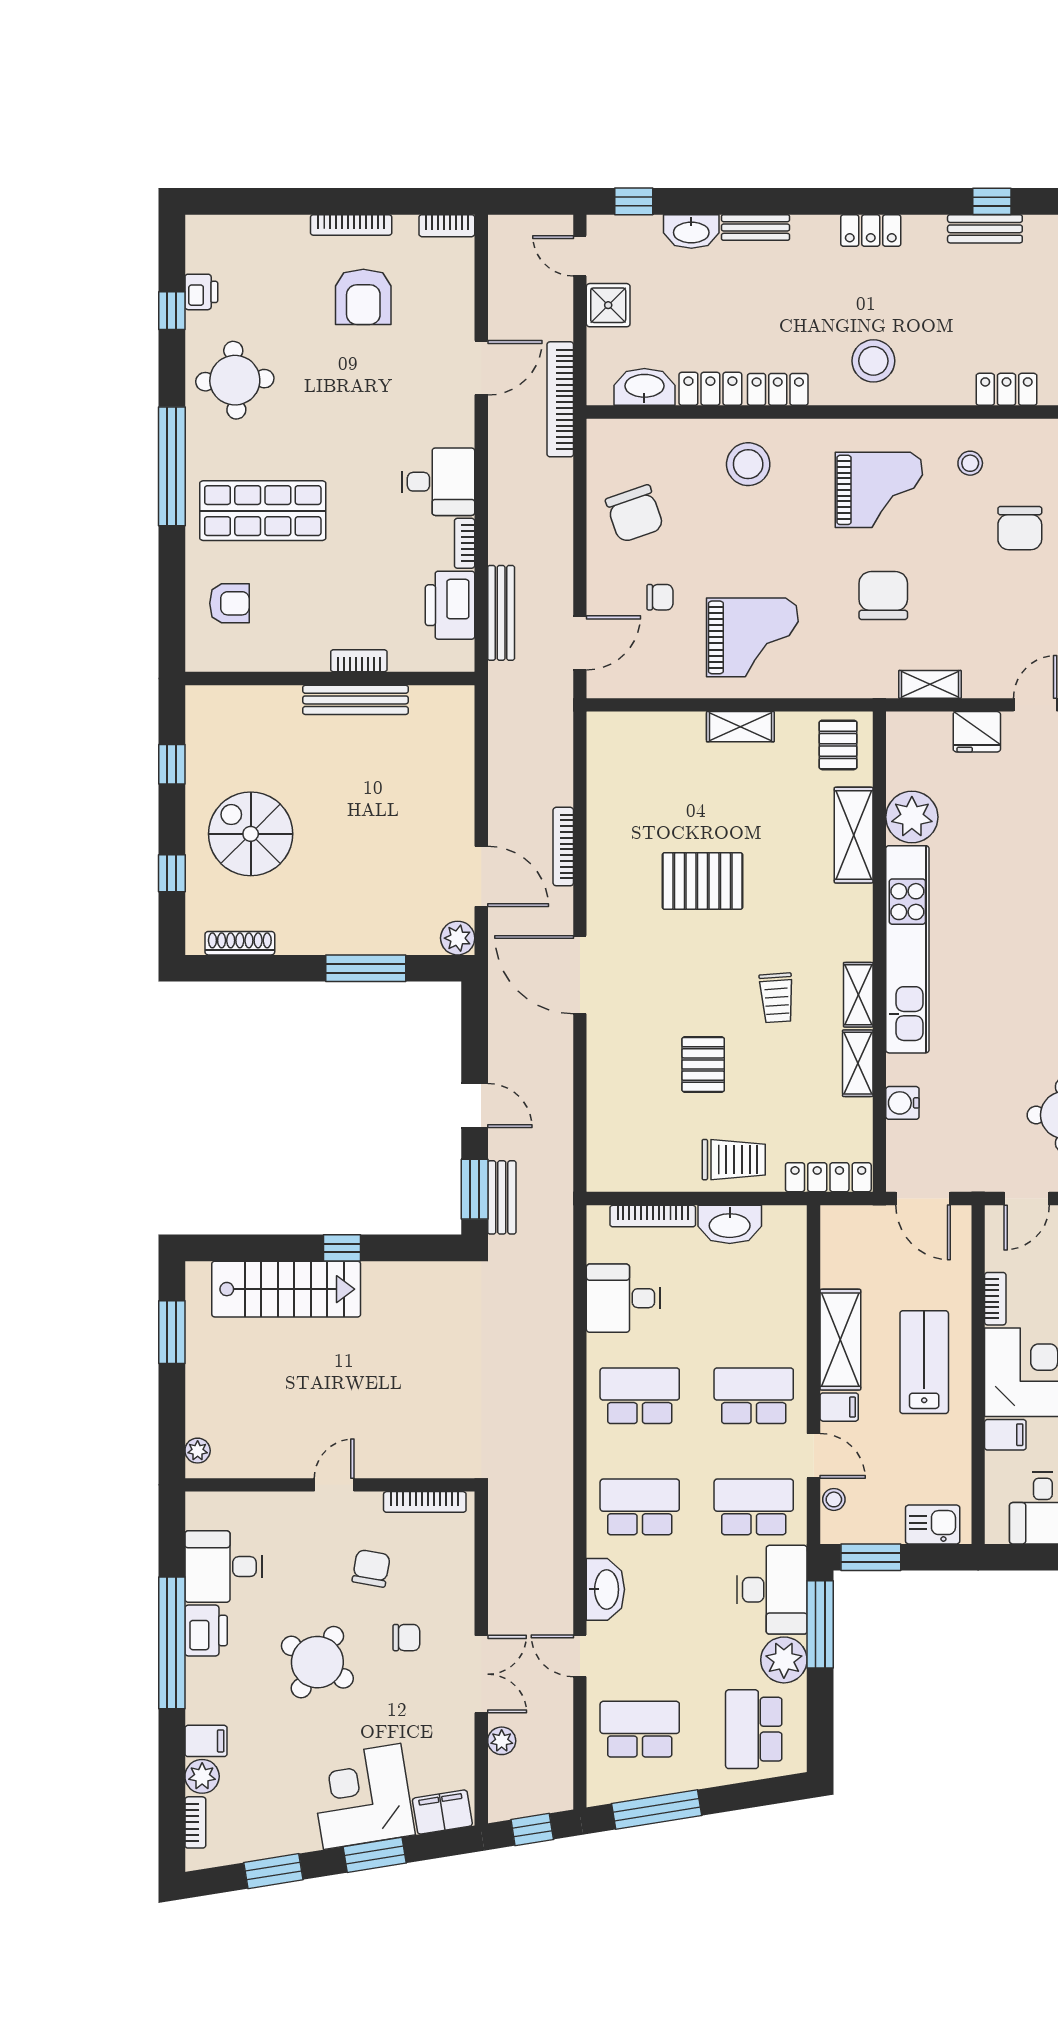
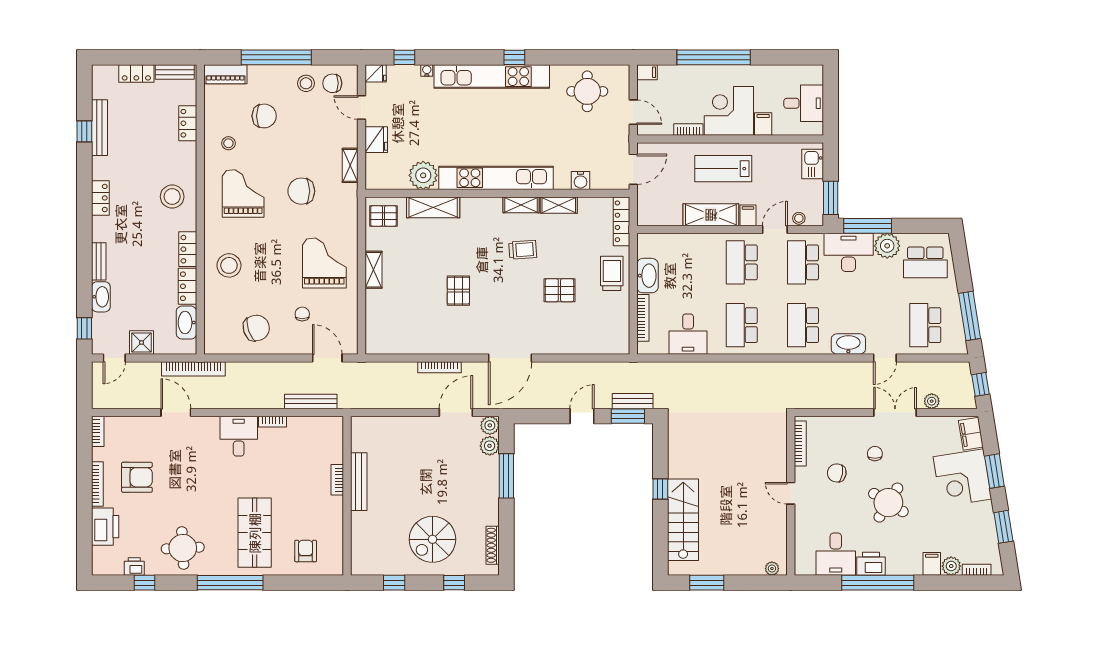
bench: (985, 229) -> (99, 128), width x1.36
printer: (450, 605) -> (105, 527), moved, turned -90
pallet: (702, 881) -> (458, 291), width x0.67, depth x0.71
plant: (421, 937) -> (490, 446), added

